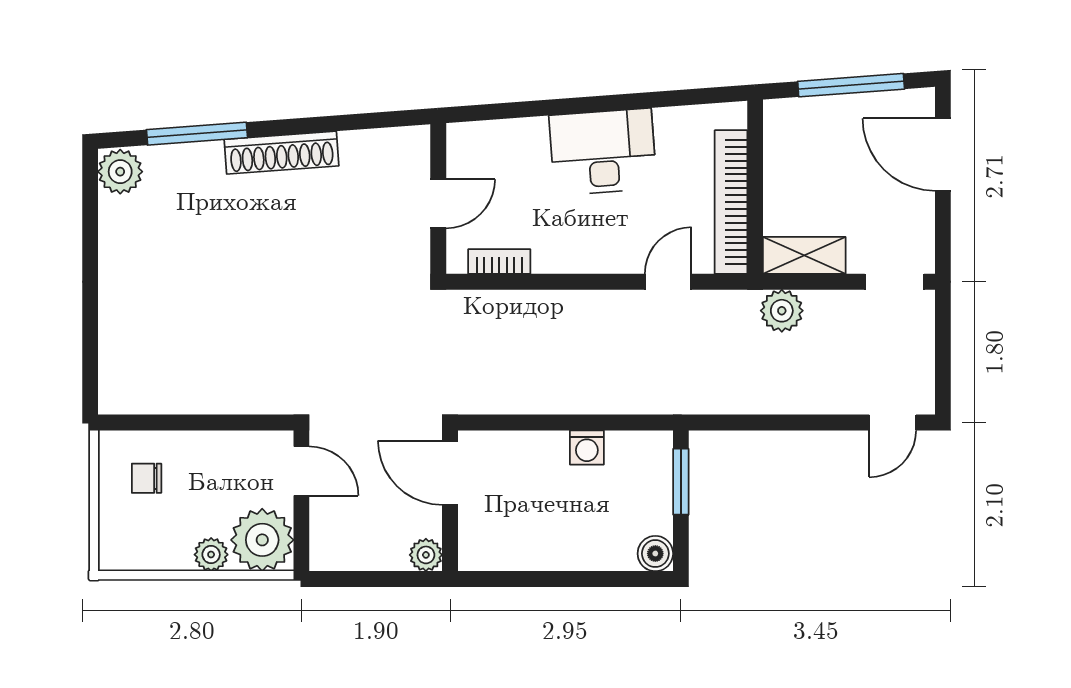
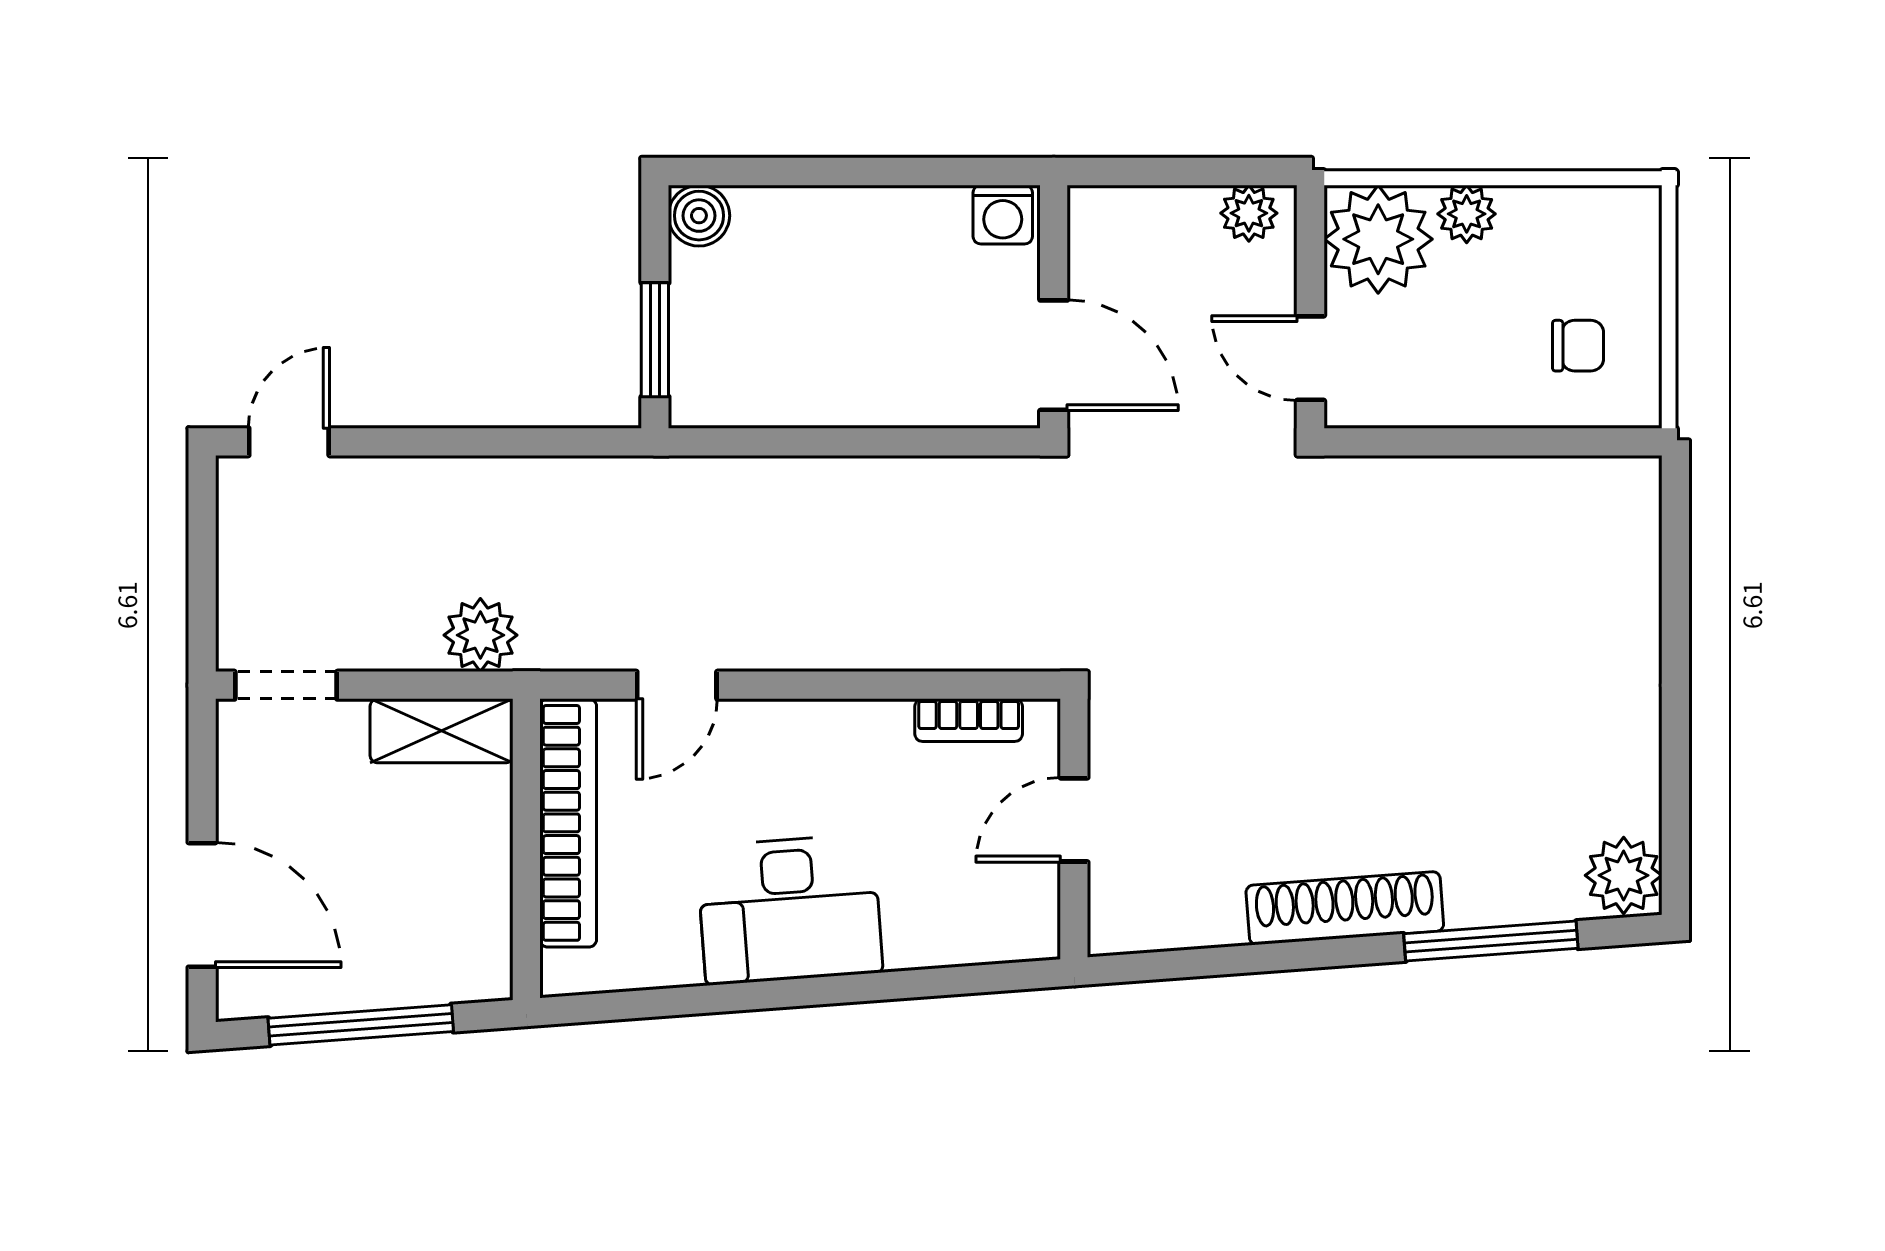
washing machine: (587, 447) -> (1003, 215), moved, turned 180
plant: (426, 555) -> (1249, 213), moved

